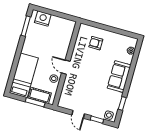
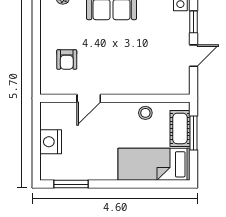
nightstand: (43, 19) -> (51, 142), moved
door: (66, 67) -> (89, 98), moved

